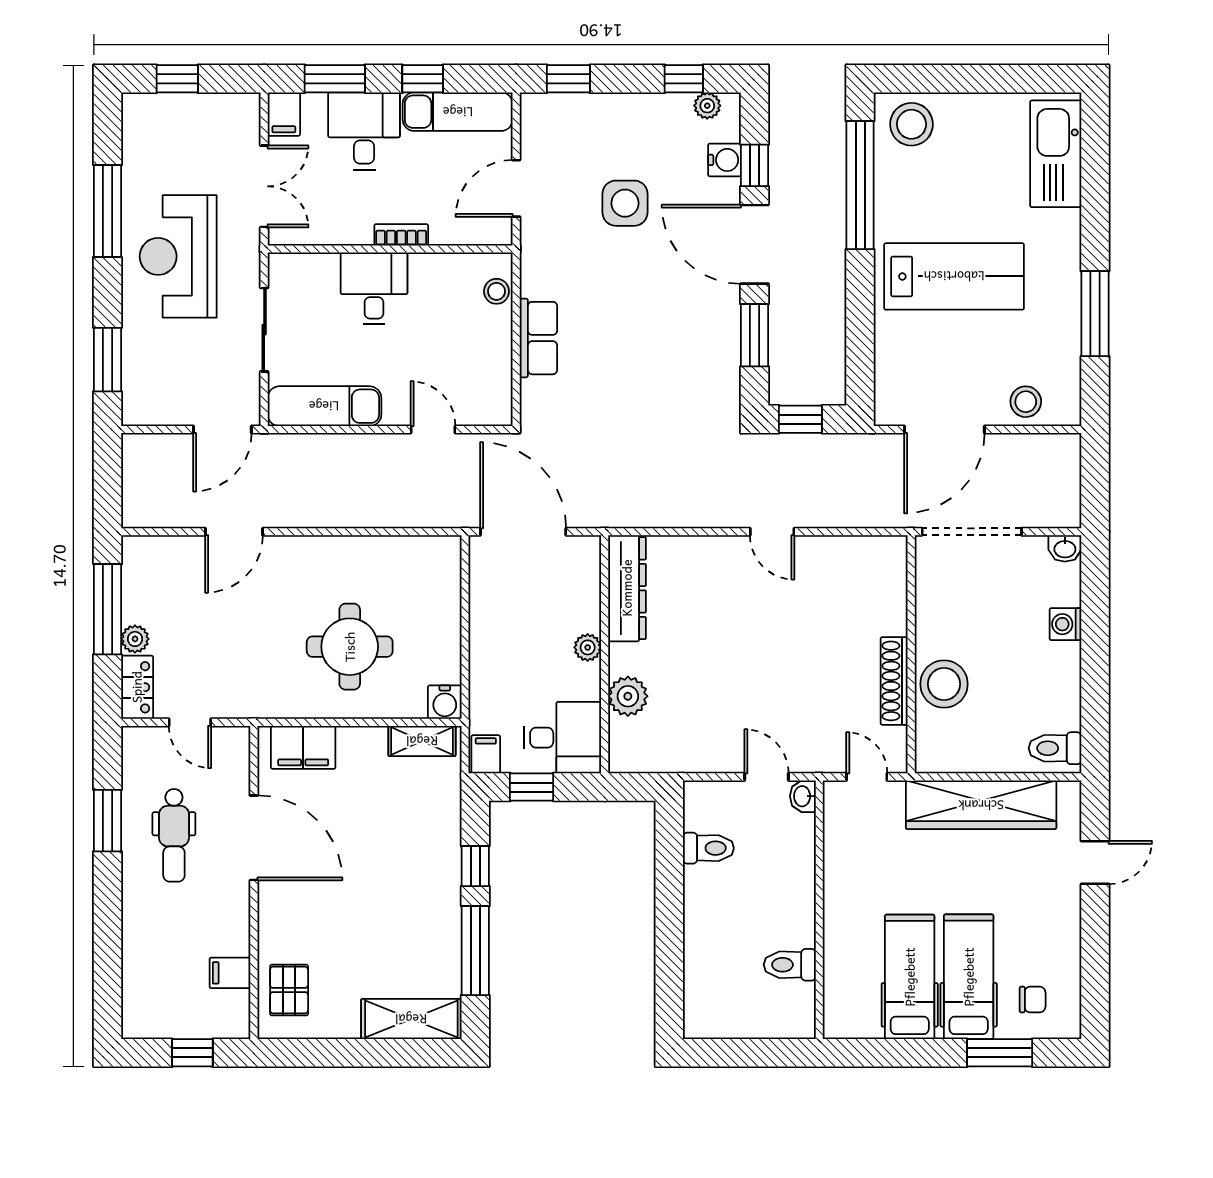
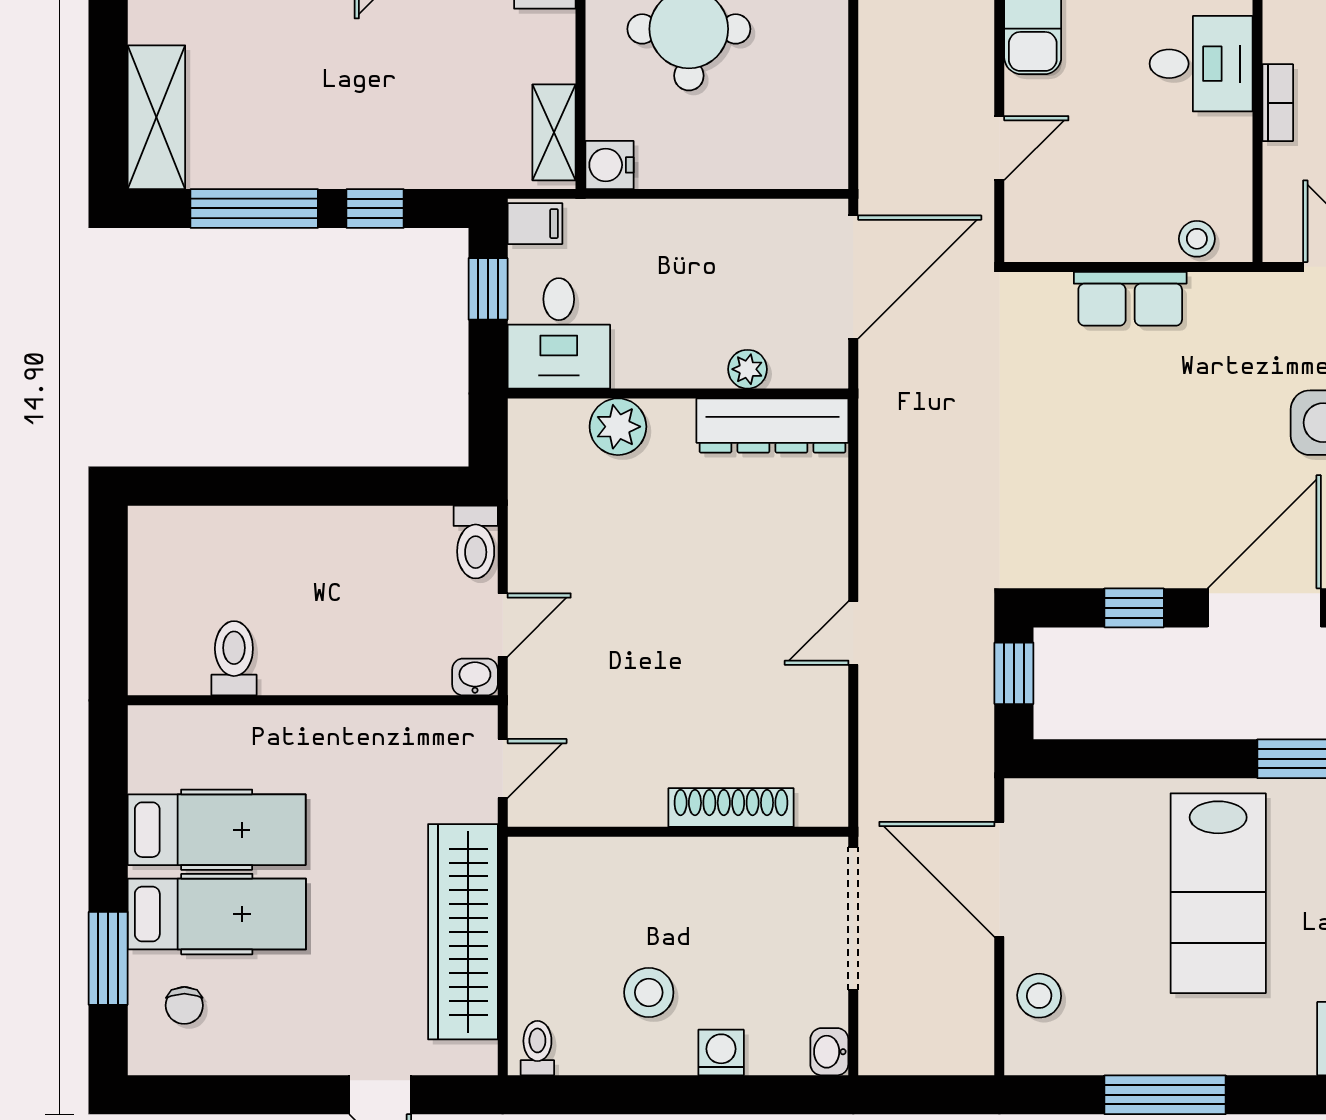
window: (754, 335) -> (1134, 608), width x0.67
plant: (588, 647) -> (748, 369), moved
shoe rack: (894, 681) -> (731, 808), moved
stool: (944, 684) -> (649, 992), moved, width x0.73, depth x0.73
toilet: (1055, 748) -> (537, 1048), width x0.73, depth x0.72
toilet: (708, 848) -> (476, 542), moved

